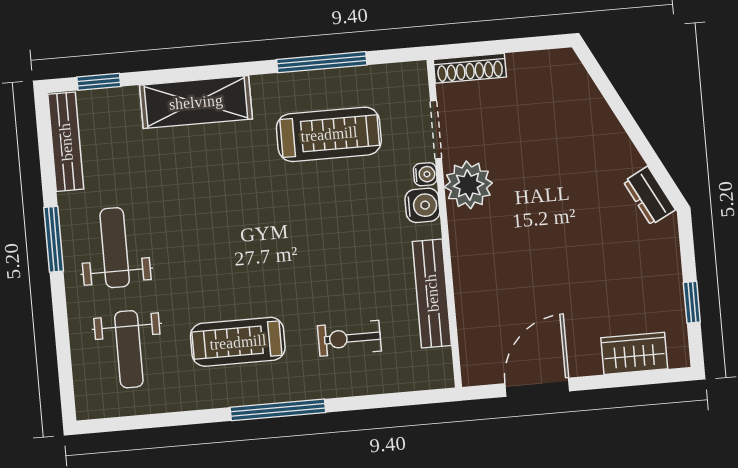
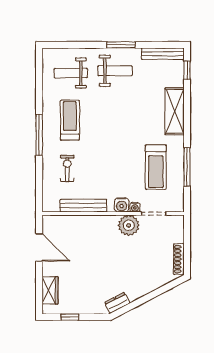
shoe rack: (470, 68) -> (179, 259), moved

